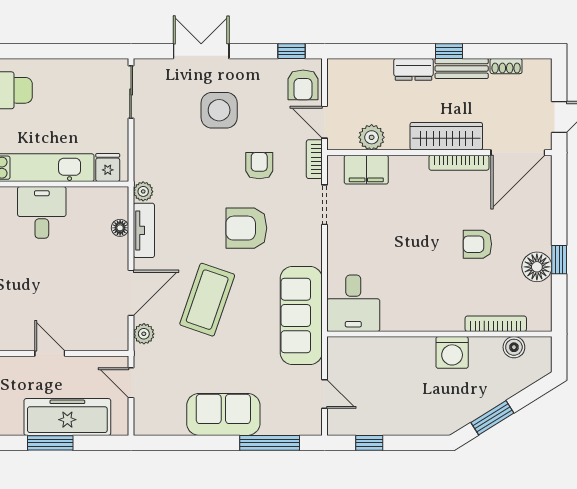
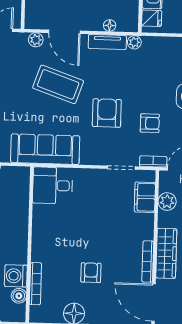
washing machine: (452, 352) -> (16, 276), moved

